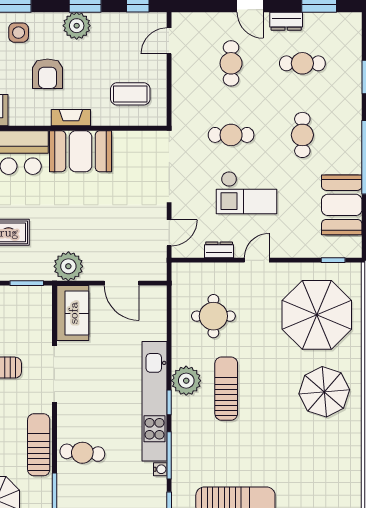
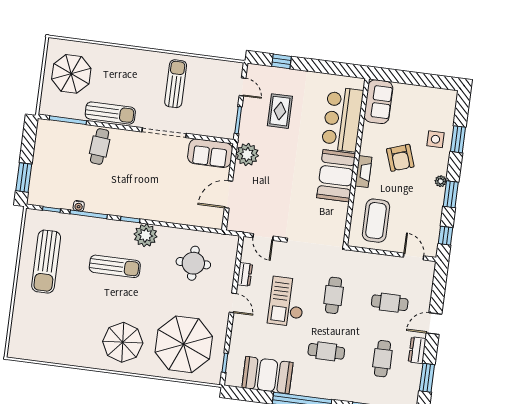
plant: (77, 26) -> (441, 181), width x0.53, depth x0.53
armchair: (48, 74) -> (400, 158), turned -109
coffee table: (130, 94) -> (376, 221), width x1.36, depth x1.32
sun lounger: (226, 389) -> (115, 266), moved
kitchen unit: (155, 401) -> (133, 208), removed

